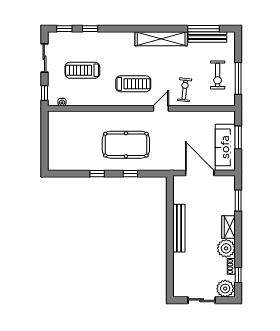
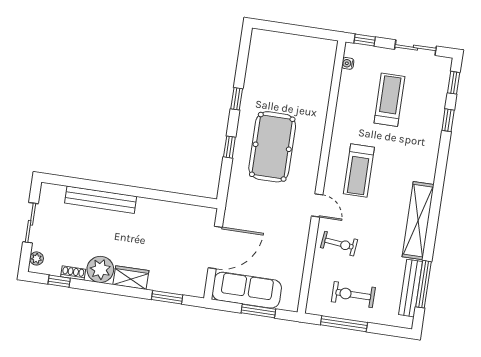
bench: (179, 228) -> (101, 200), moved
plant: (225, 289) -> (37, 258), width x0.53, depth x0.53

